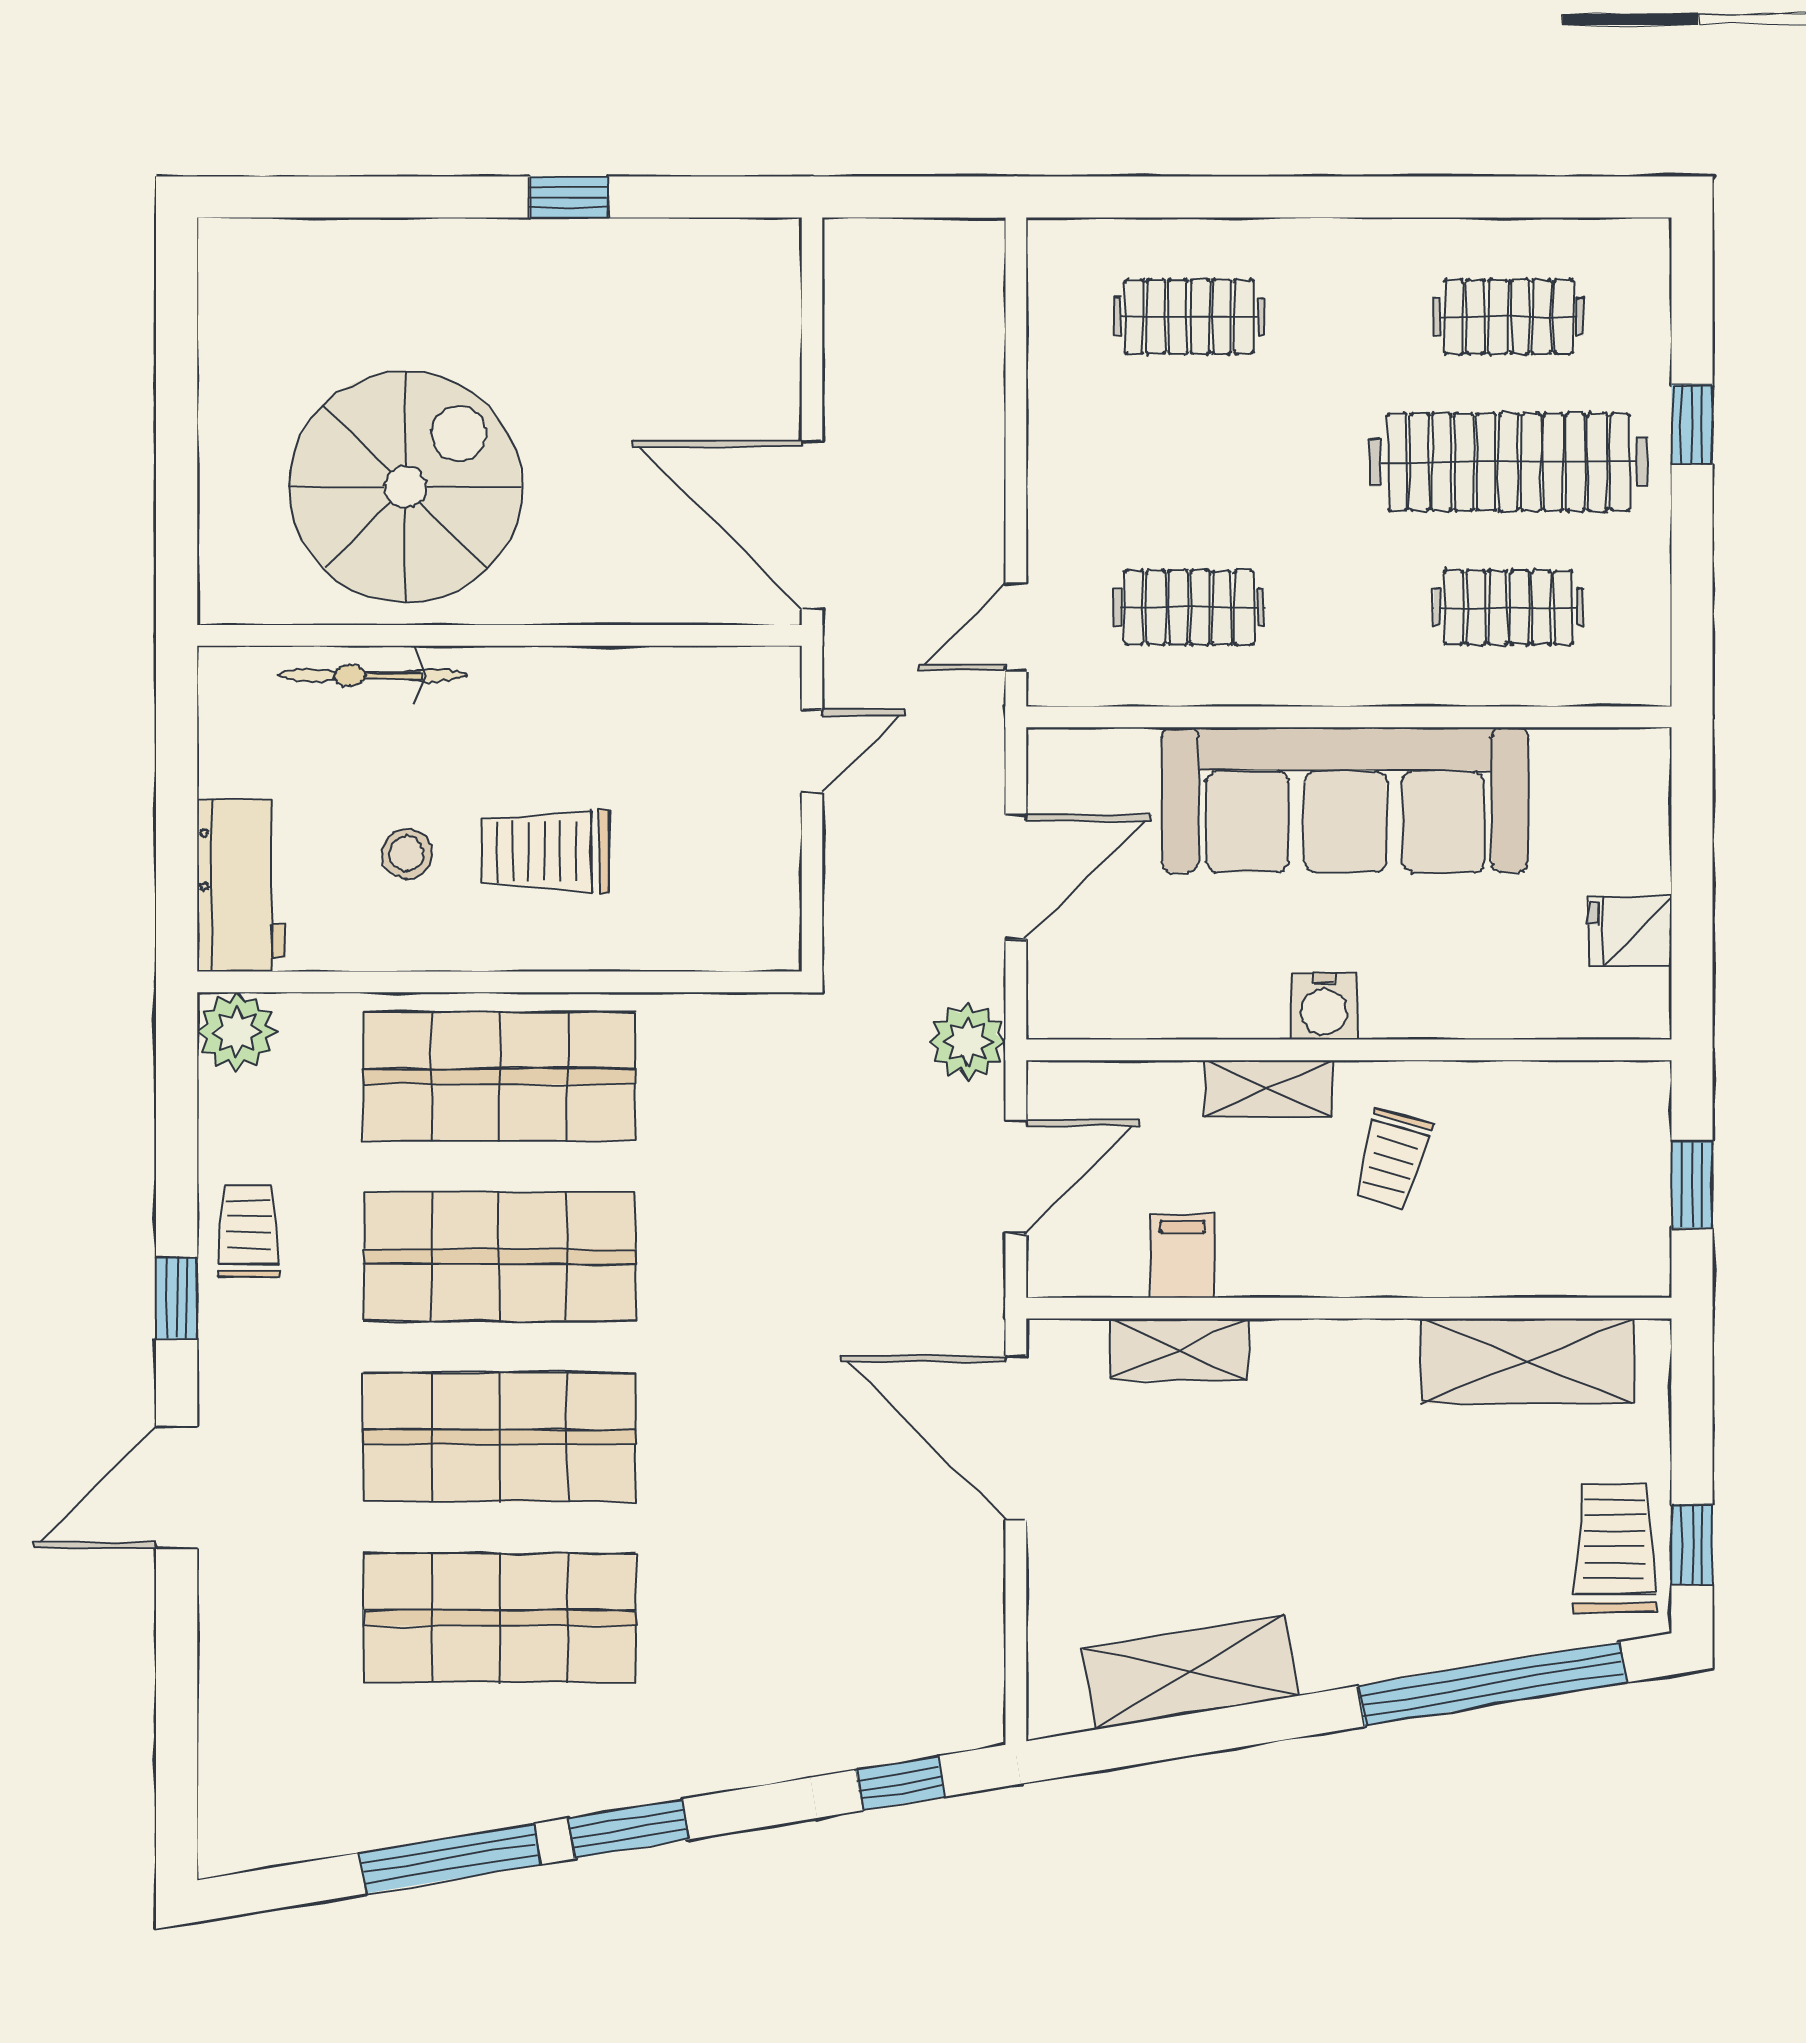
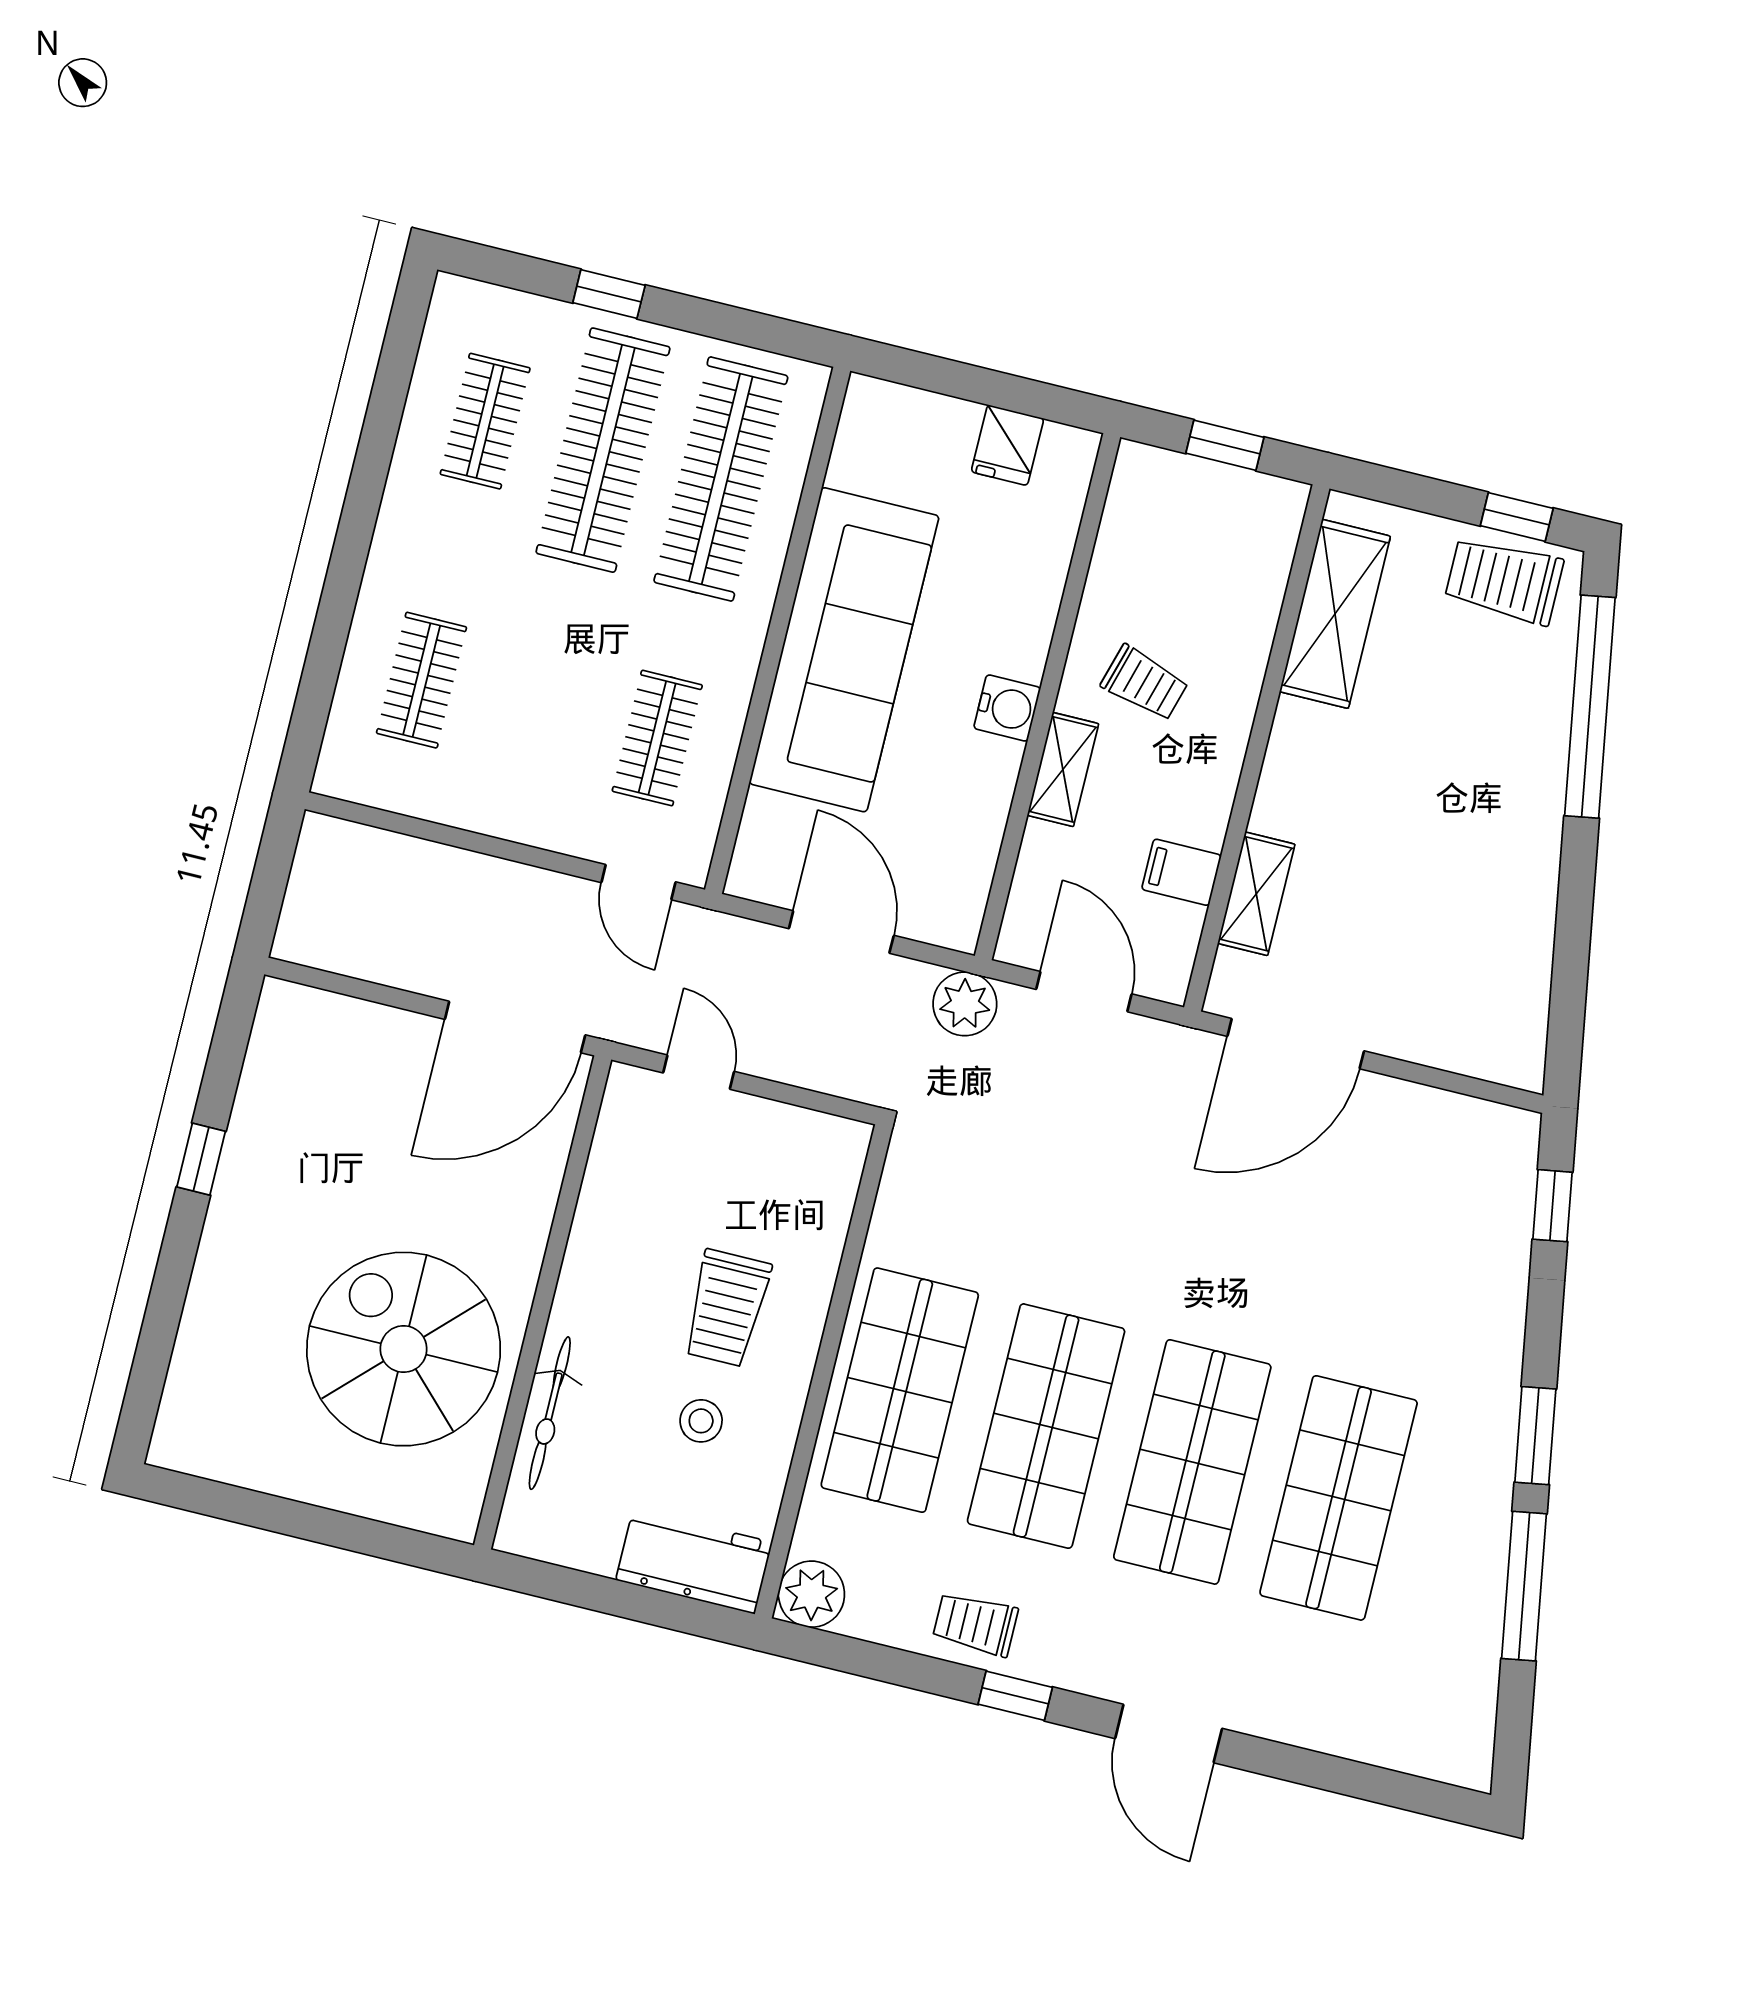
clothes rail: (1509, 608) -> (721, 479), width x1.86, depth x1.31
shelving: (1190, 1672) -> (1520, 949), removed

